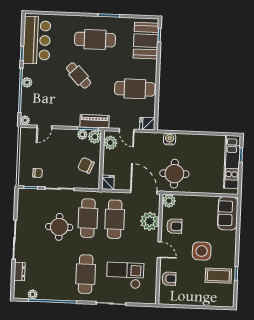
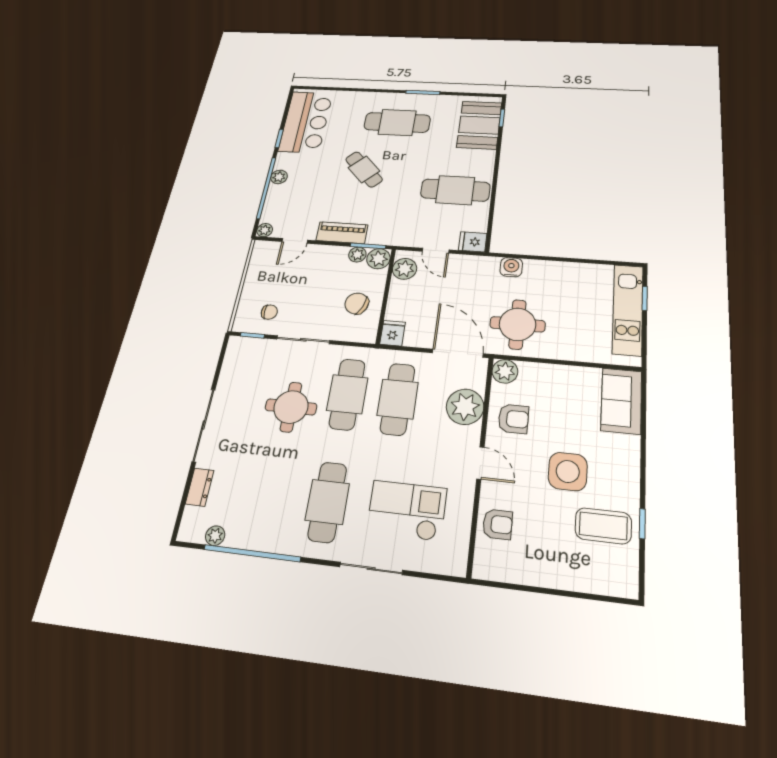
piano: (94, 121) -> (342, 233), moved

